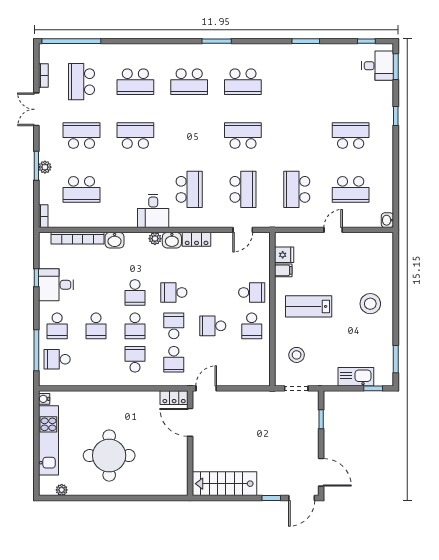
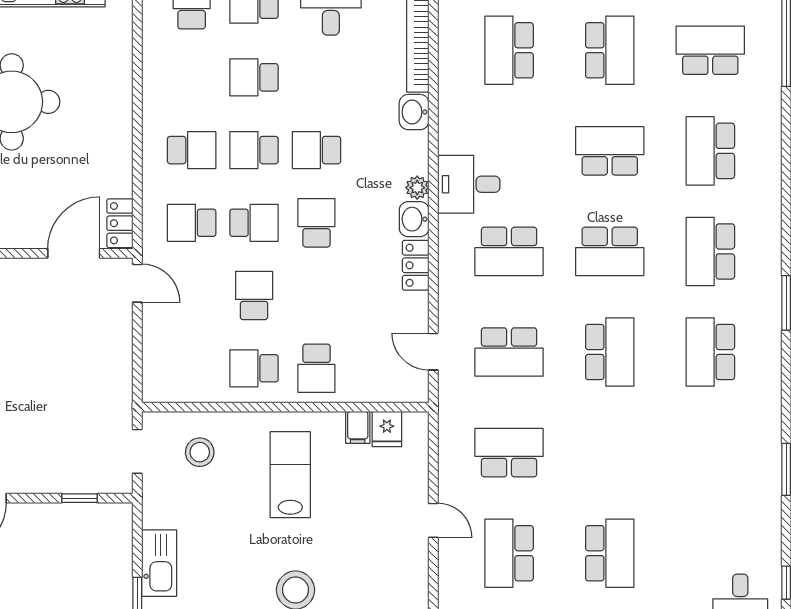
school desk: (135, 136) -> (610, 151), turned -90
school desk: (189, 136) -> (610, 251), added

